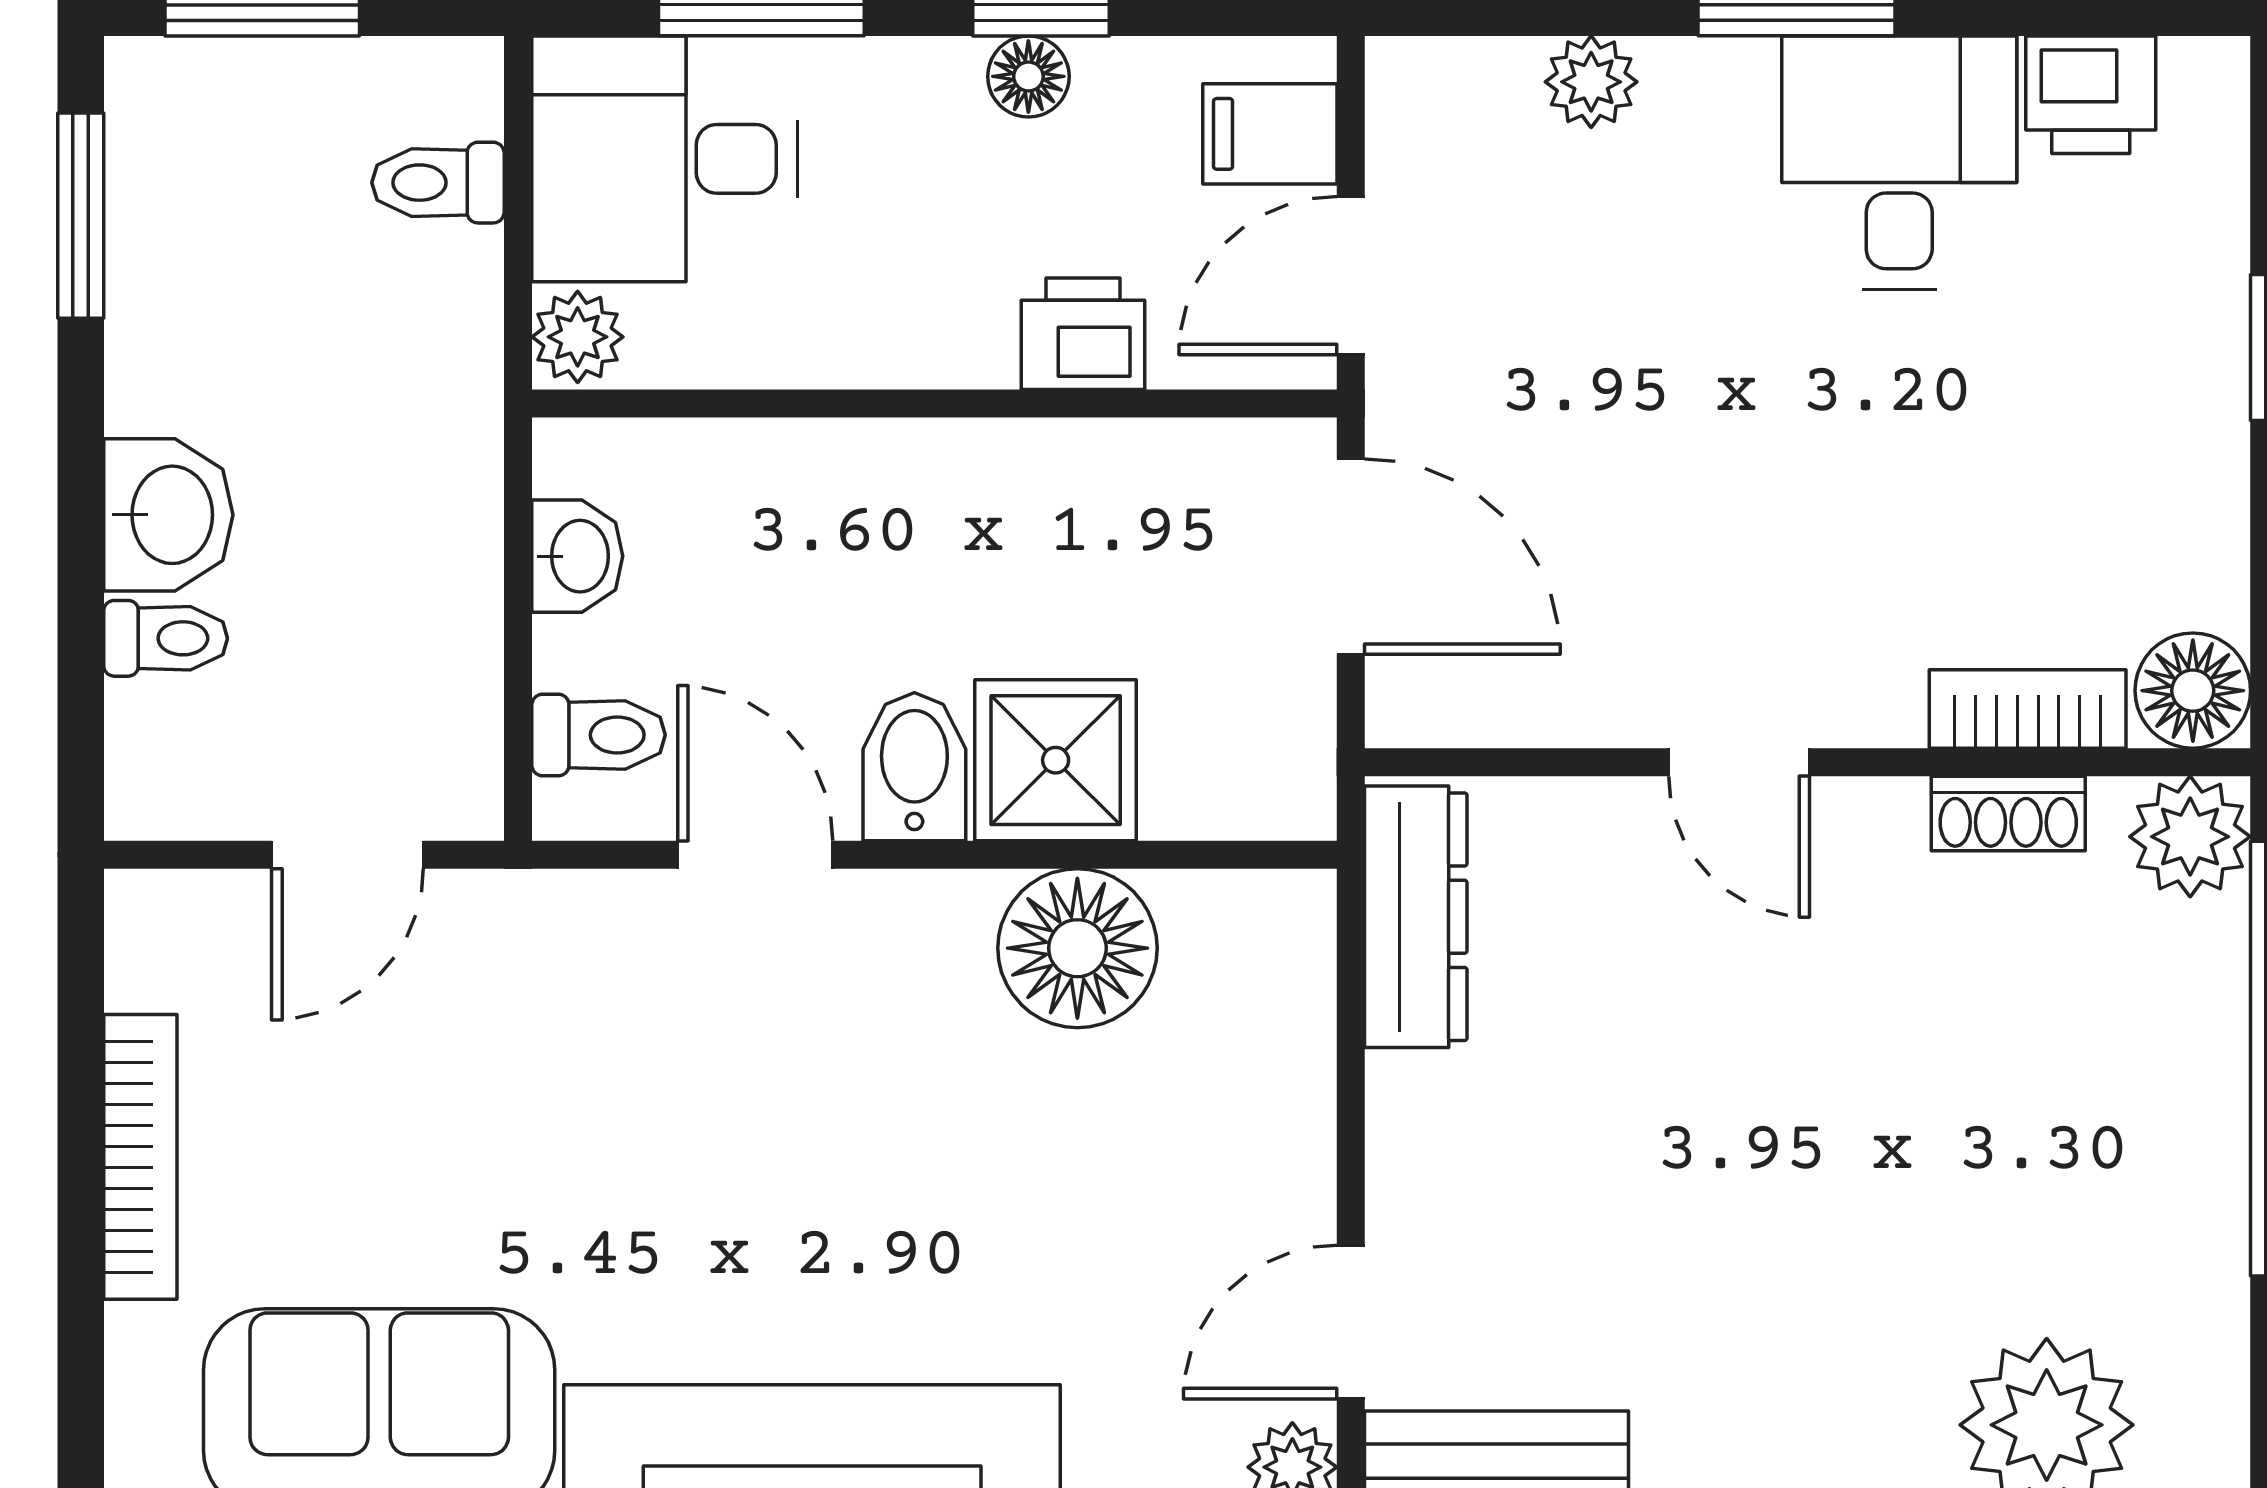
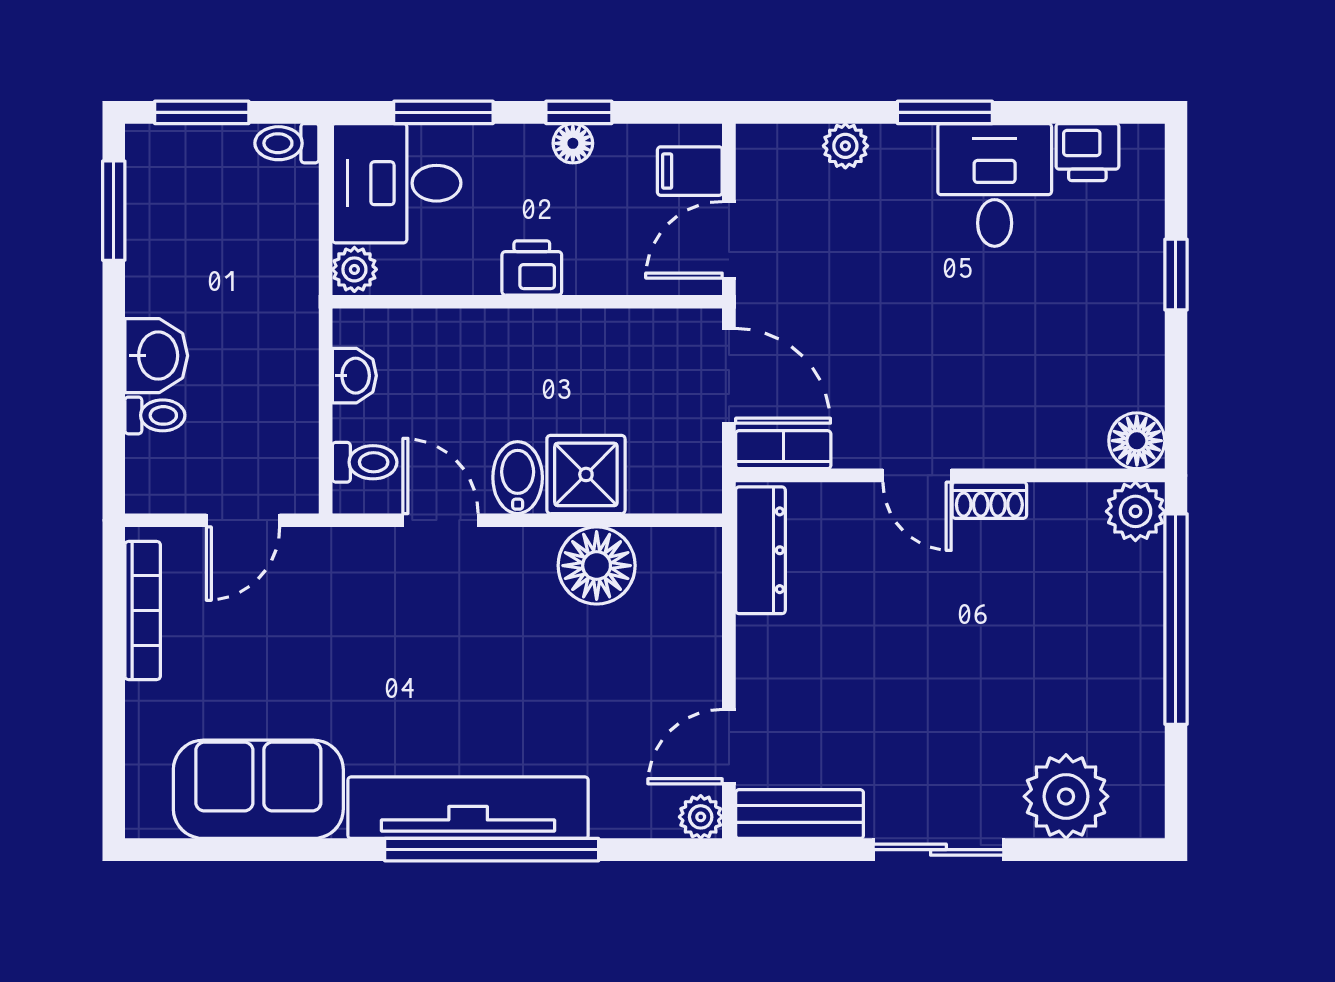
toilet: (438, 183) -> (287, 143), moved
printer: (1083, 334) -> (532, 268), moved
bookcase: (2028, 709) -> (783, 450), moved
shoe rack: (2008, 813) -> (989, 500), moved
bookcase: (140, 1157) -> (143, 611), moved

